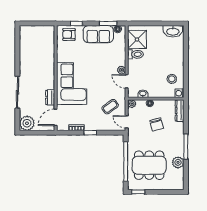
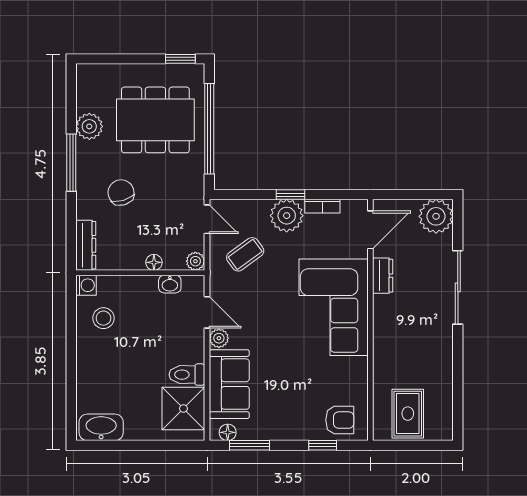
sofa: (98, 34) -> (229, 384), moved, turned 90
rug: (39, 37) -> (408, 414), added
plant: (92, 124) -> (287, 216), added
chair: (157, 124) -> (121, 192), moved

